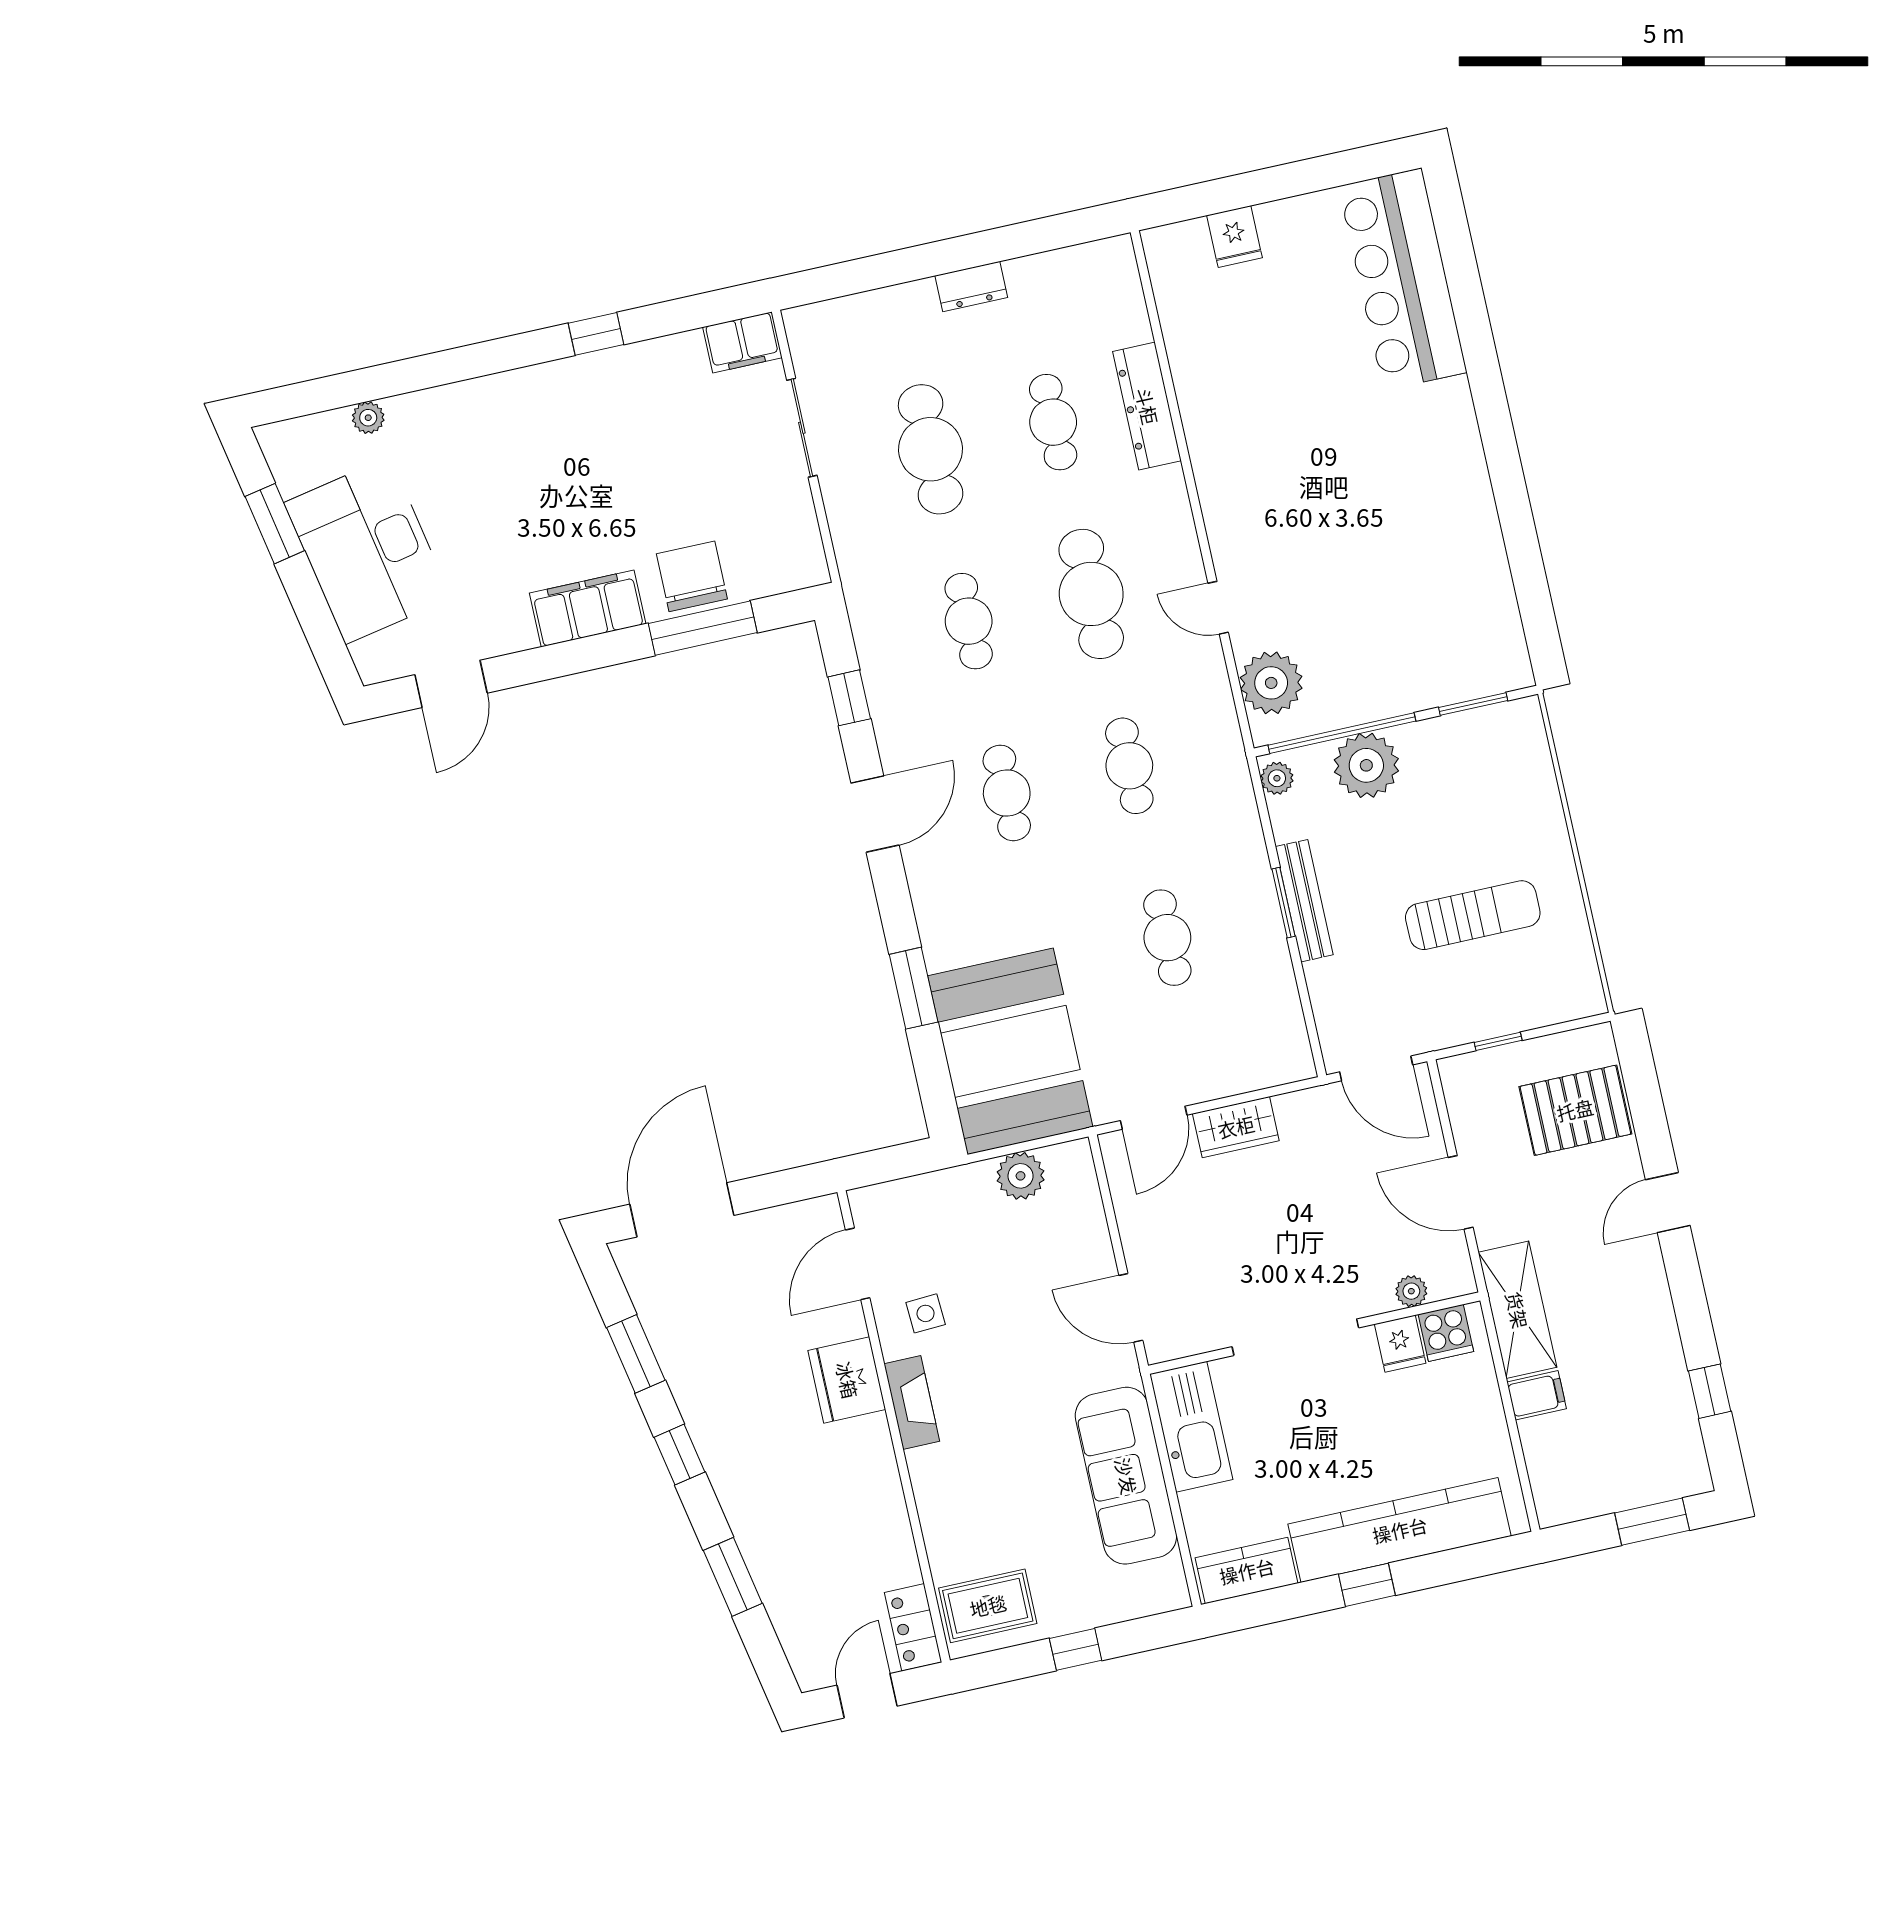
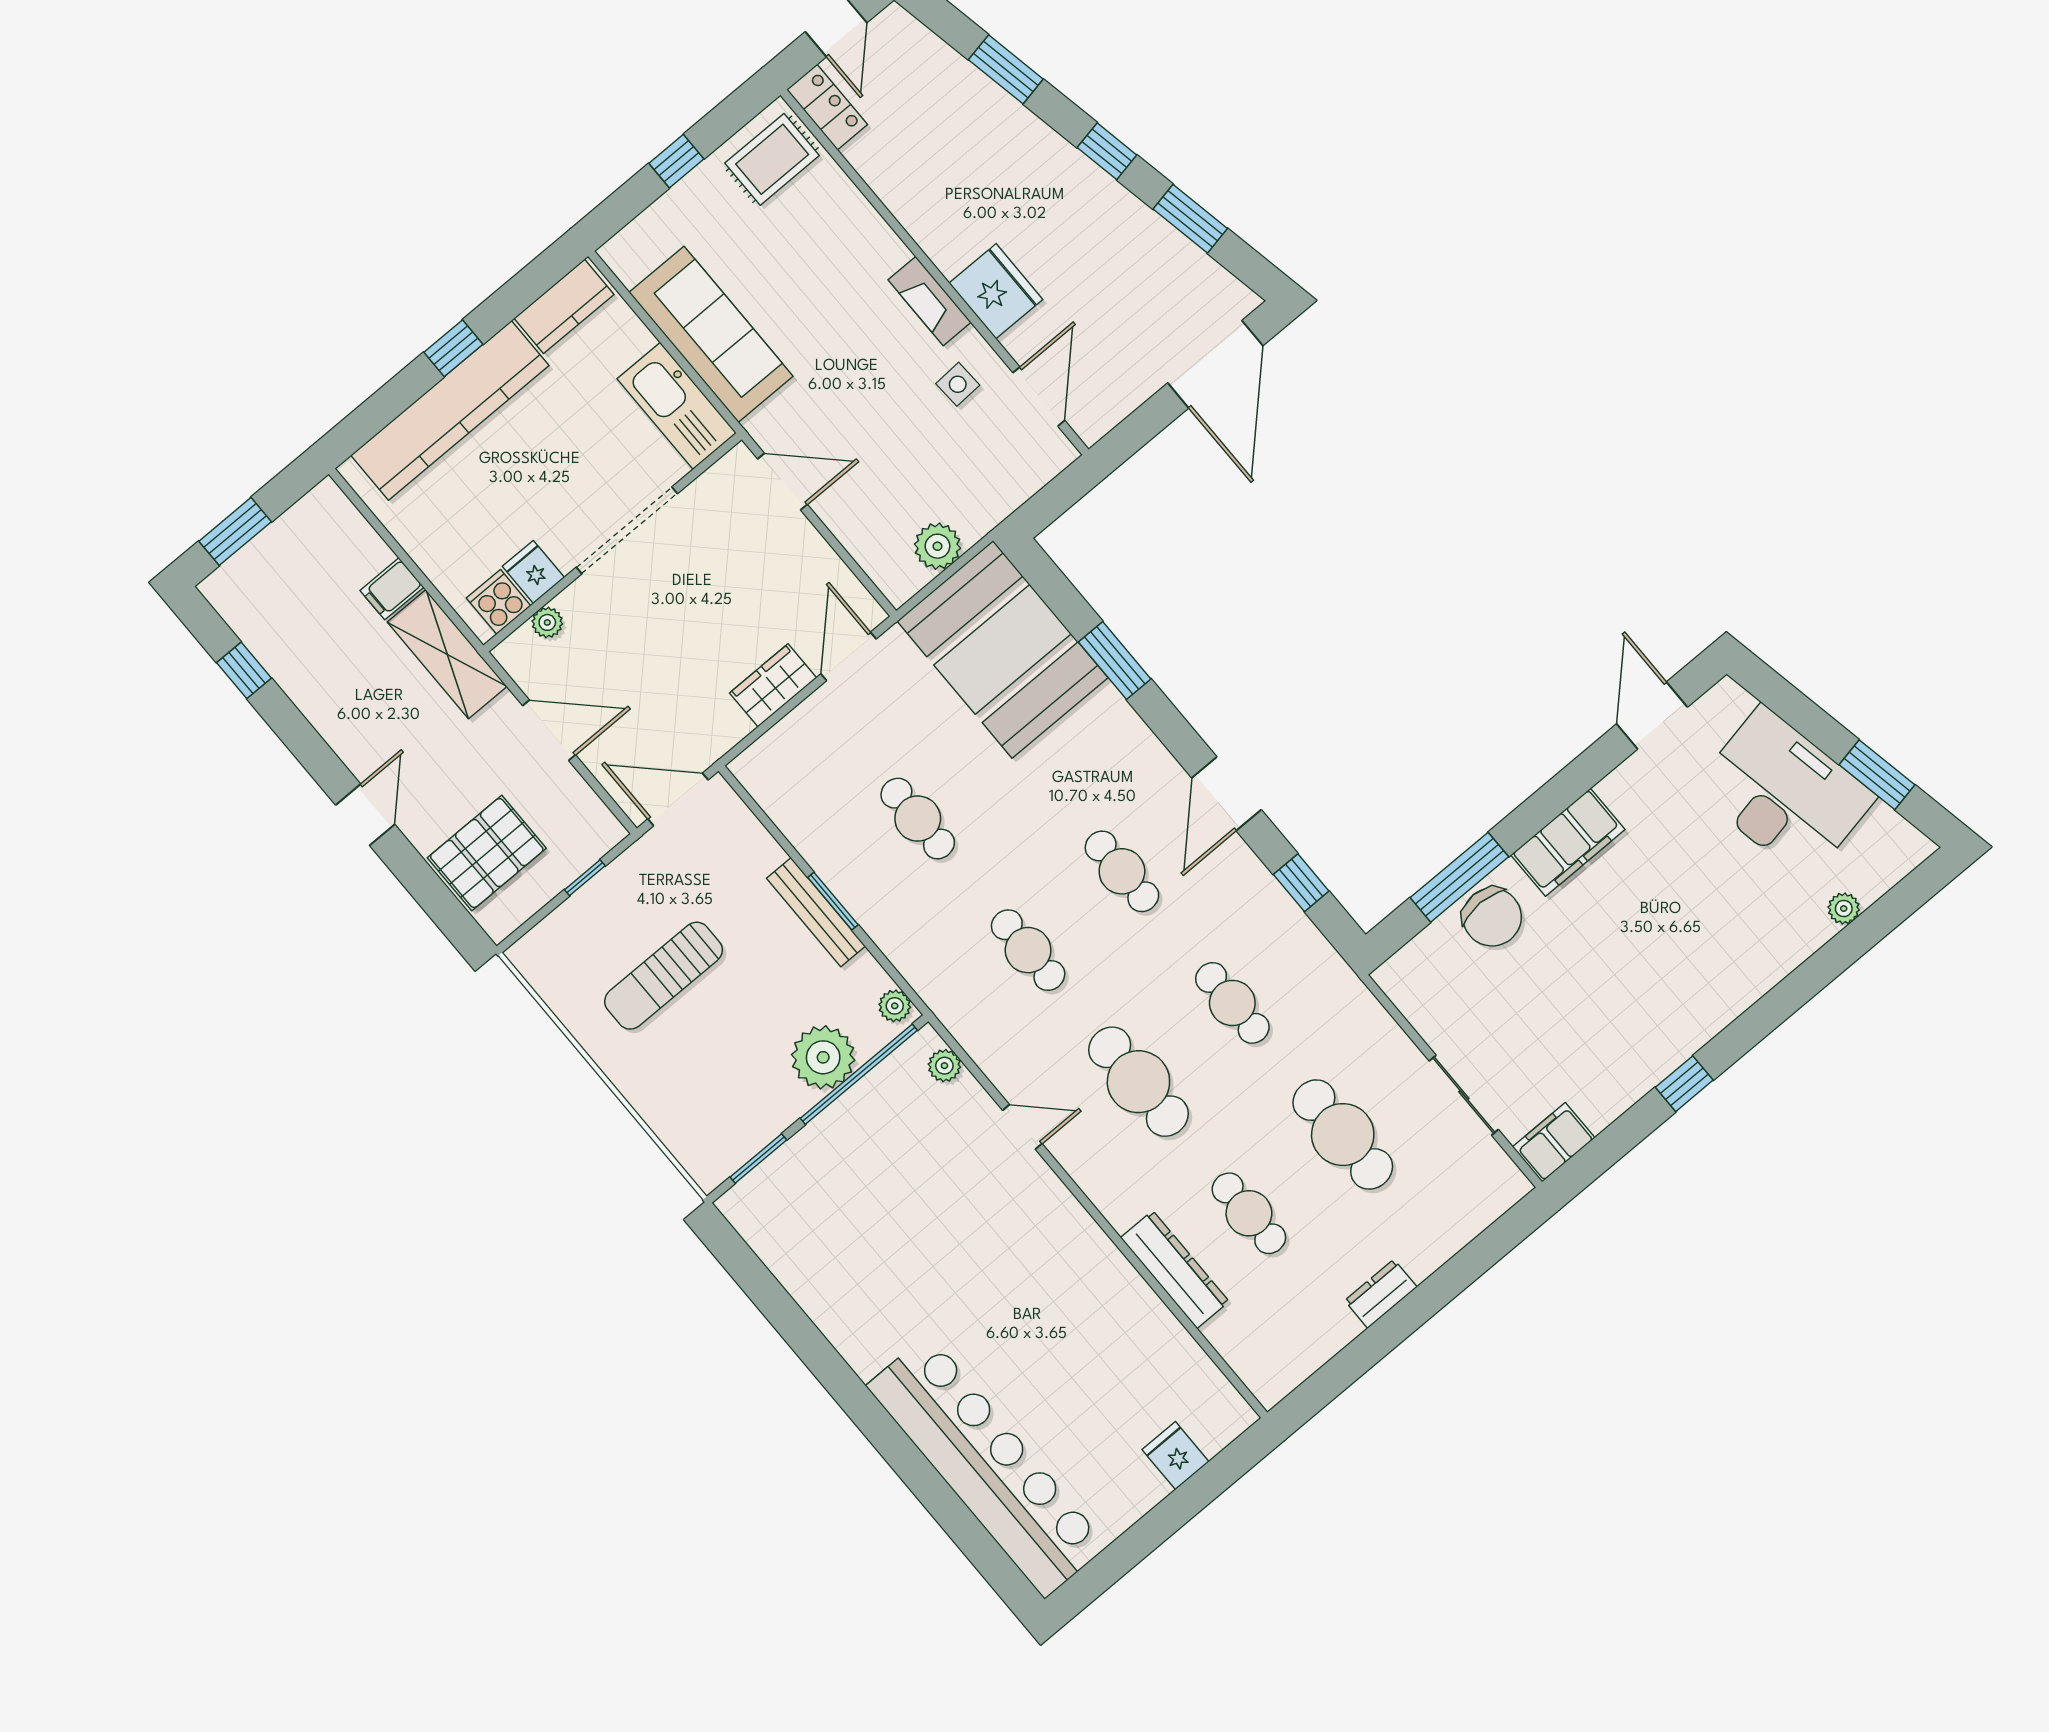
bar counter: (1403, 279) -> (987, 1466), width x1.36
plant: (1271, 683) -> (944, 1066), width x0.53, depth x0.53

